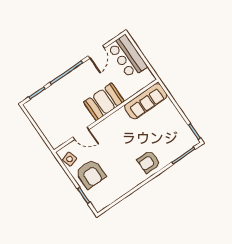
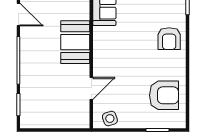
armchair: (91, 174) -> (164, 95), moved

